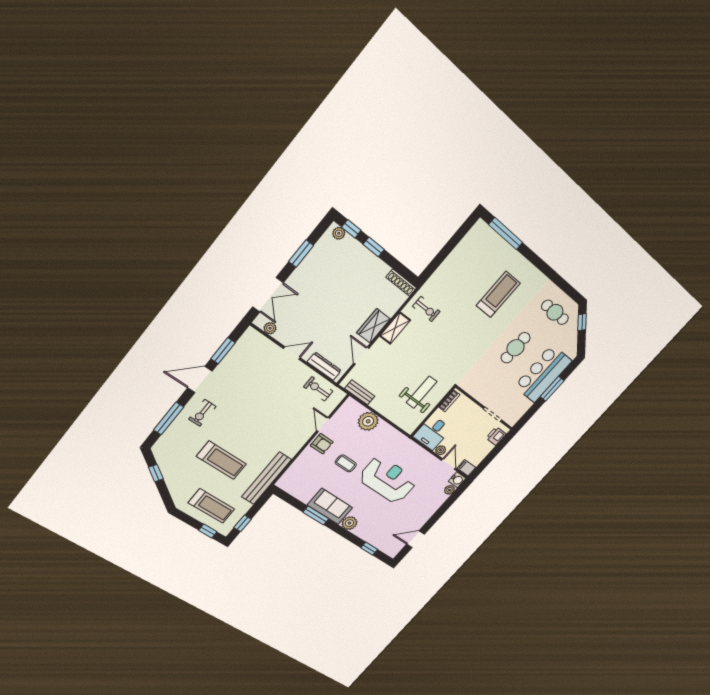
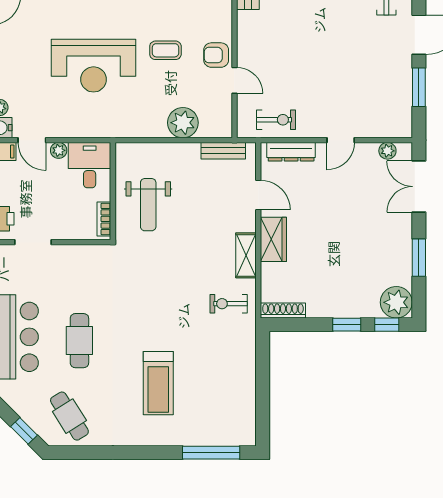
plant: (339, 233) -> (396, 302), width x1.87, depth x1.87
cafe table: (555, 312) -> (69, 416), turned 58

